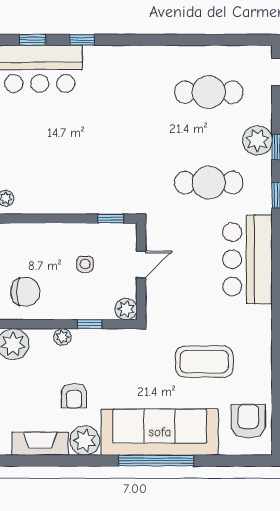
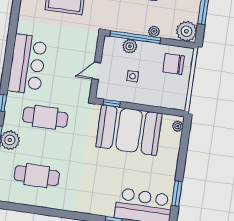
booth: (79, 181) -> (129, 130), added
plant: (126, 309) -> (130, 46), moved
window: (90, 324) -> (135, 37), width x3.17

